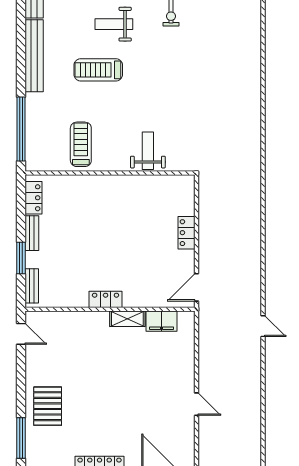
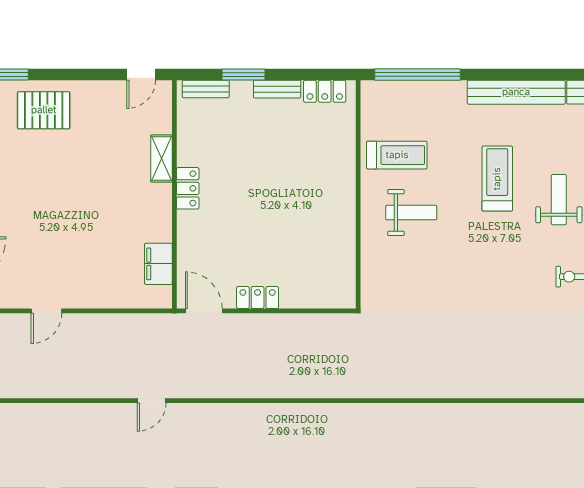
weight bench: (148, 151) -> (411, 213), moved
locker: (187, 233) -> (258, 298), moved
shelving: (127, 319) -> (162, 158), moved

